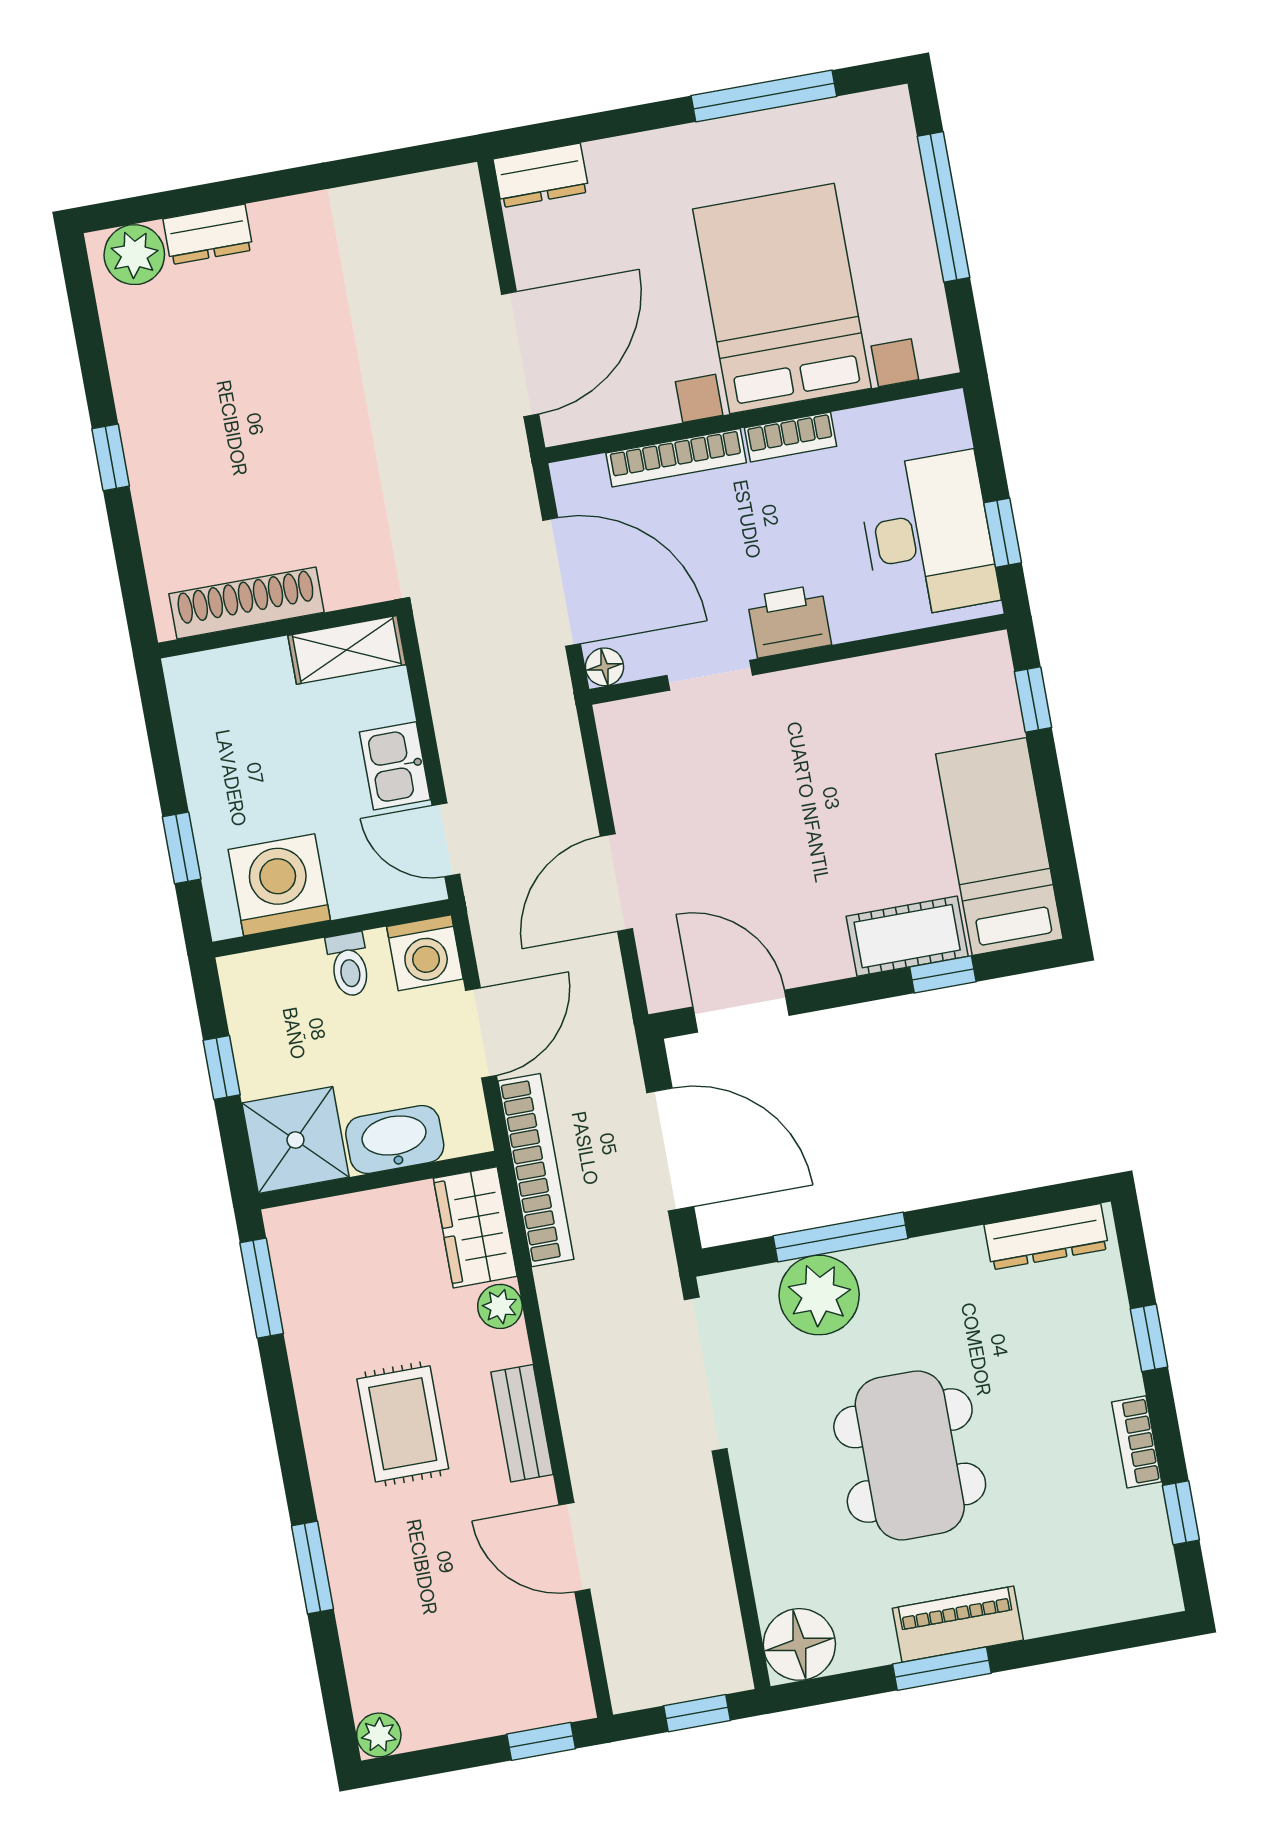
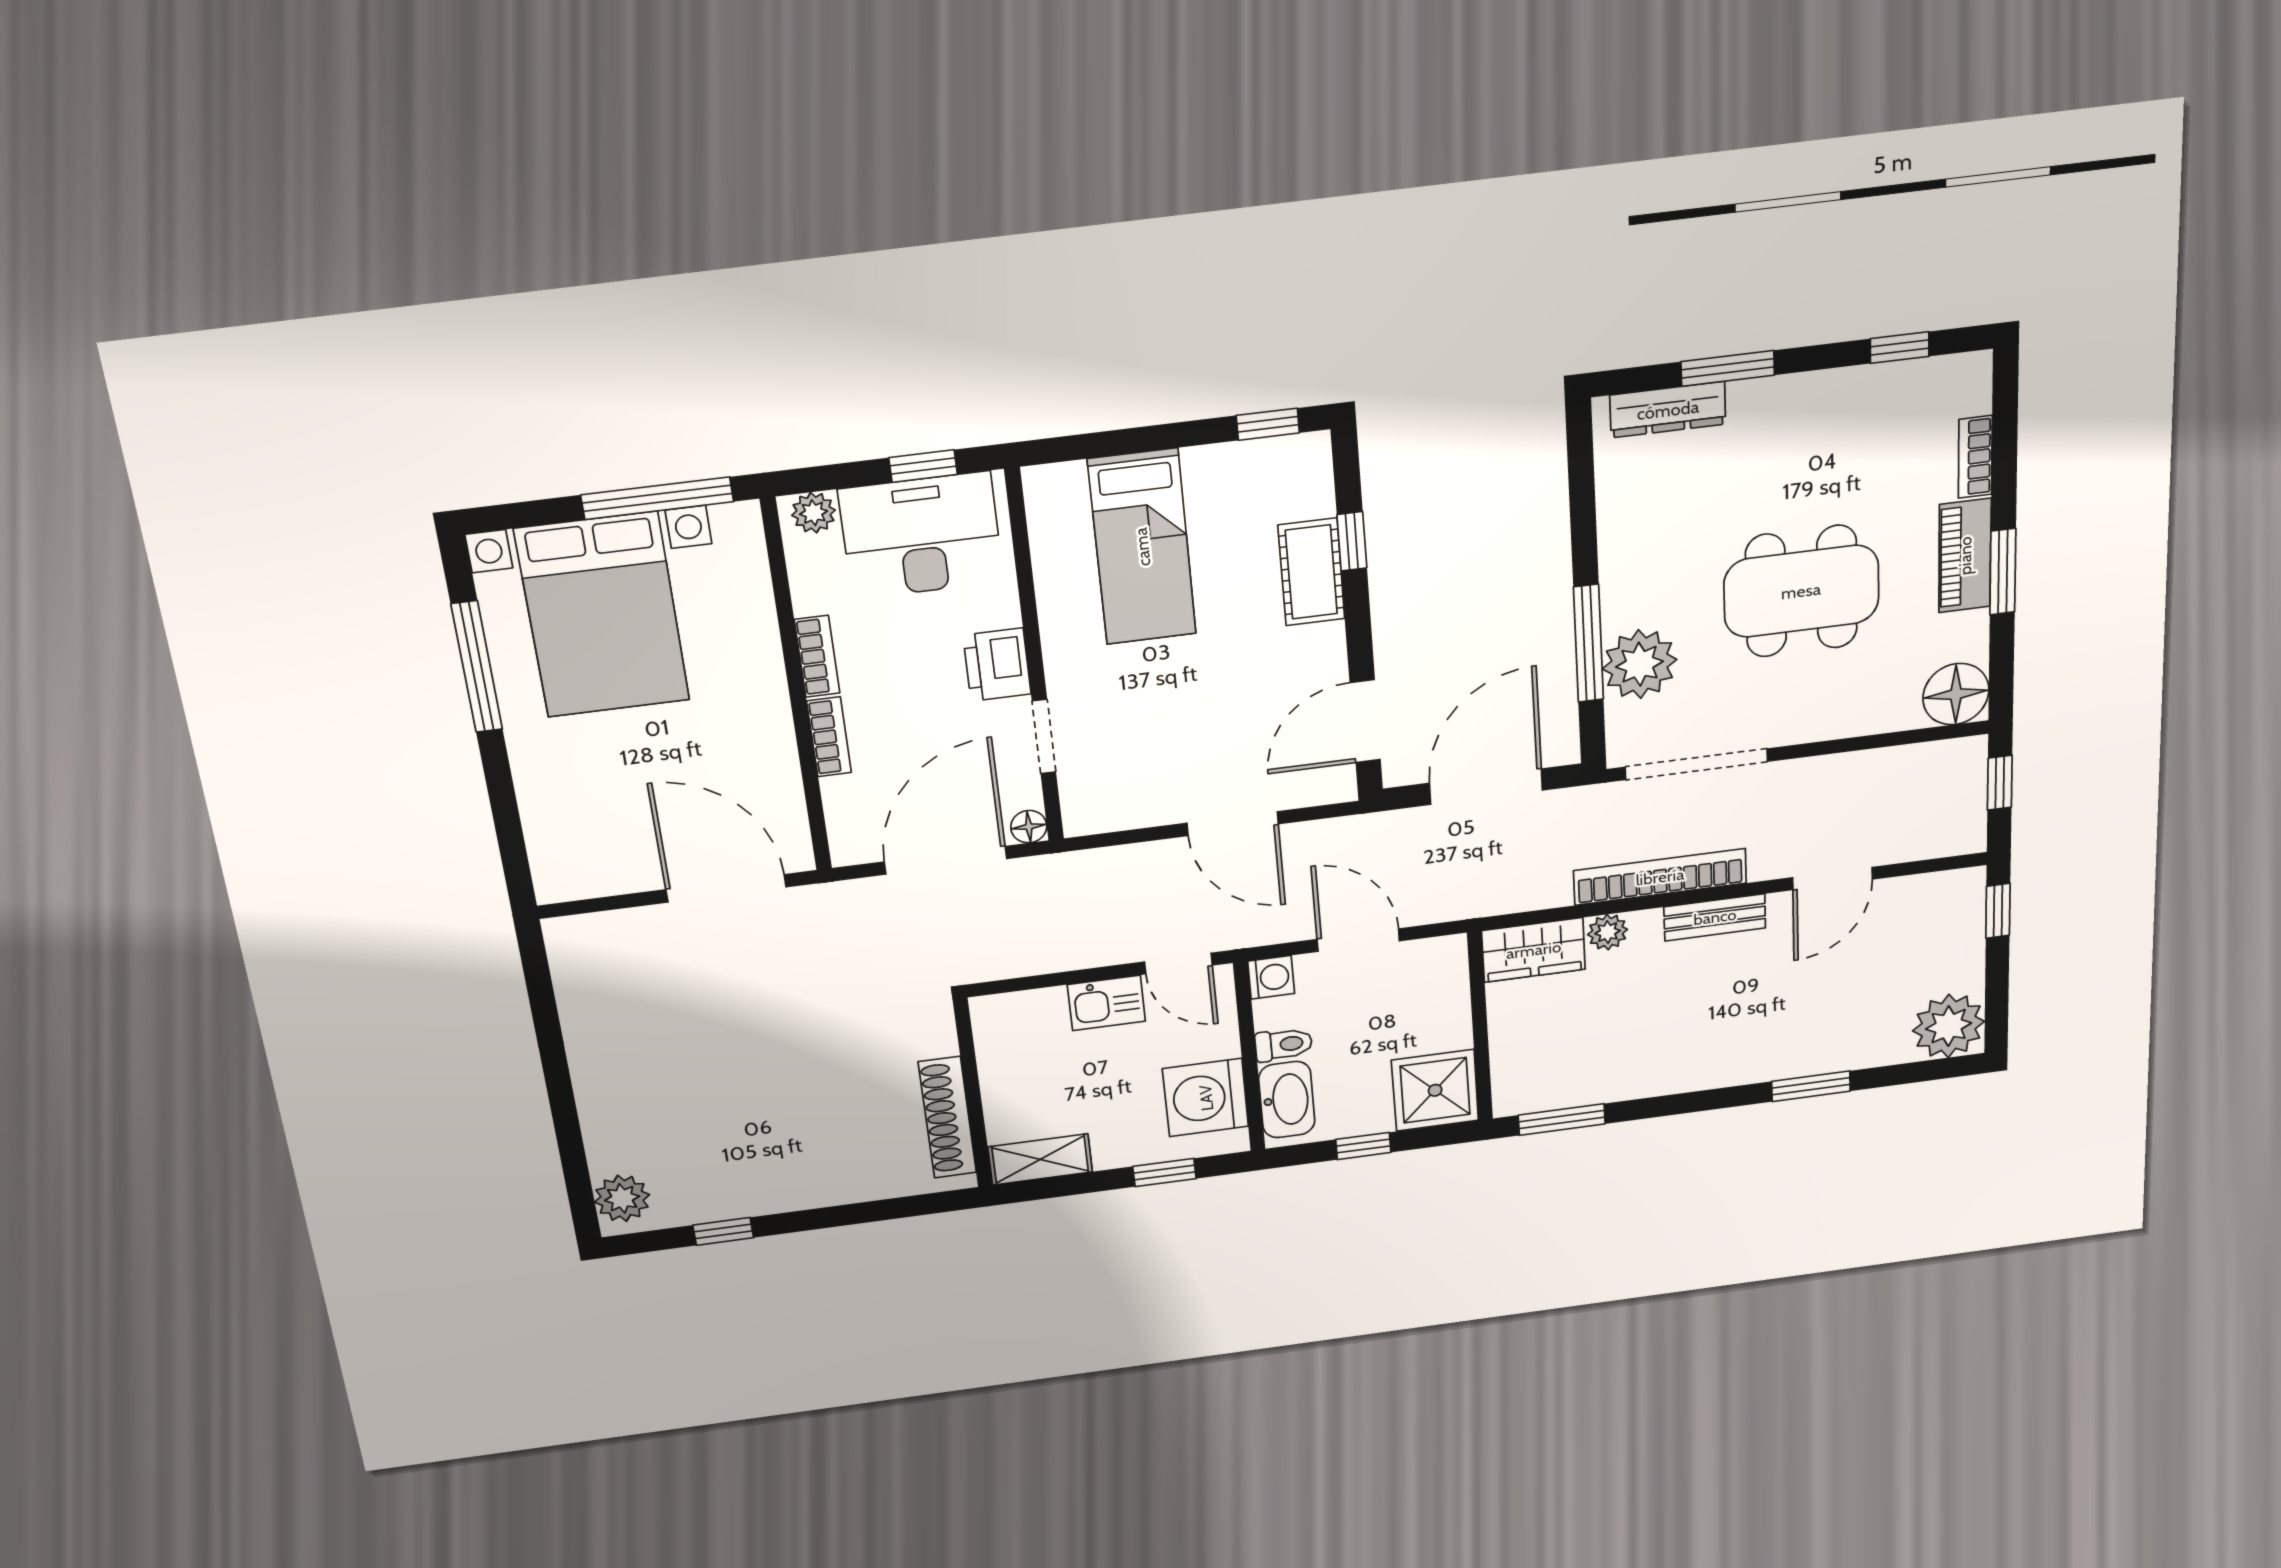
dresser: (541, 175) -> (554, 865), removed
window: (944, 207) -> (657, 498), moved
dresser: (208, 234) -> (605, 1140), removed
bed with nightstands: (782, 299) -> (602, 615), moved, turned -90
plant: (947, 426) -> (814, 513), added
window: (111, 457) -> (723, 1231), moved
bookcase: (676, 458) -> (829, 737), width x0.64
shelving: (347, 650) -> (1040, 1159), moved, turned 90
window: (1033, 699) -> (1268, 424), moved
door: (446, 840) -> (1178, 964), hinge flipped
bed: (999, 846) -> (1142, 547), moved, turned -90
washing machine: (425, 953) -> (1271, 977), width x0.73, depth x0.73
washbasin: (395, 1140) -> (1287, 1100), moved, turned 180
bookcase: (536, 1170) -> (1660, 877), moved
dresser: (1046, 1237) -> (1668, 410), moved, turned 90
window: (1149, 1338) -> (1728, 368), width x1.50
rug: (403, 1424) -> (1699, 1013), removed
bookcase: (1137, 1442) -> (1975, 457), moved, turned 90
plant: (379, 1735) -> (1949, 1026), width x1.87, depth x1.87

